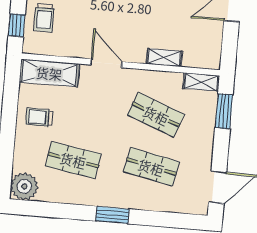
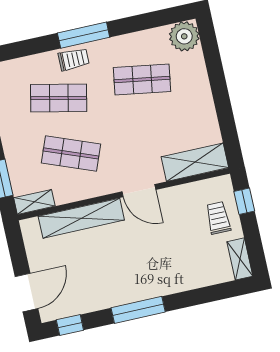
shelving: (164, 58) -> (81, 218), width x2.20, depth x1.33
trolley: (39, 117) -> (74, 59), moved
window: (112, 215) -> (84, 35), width x1.44

